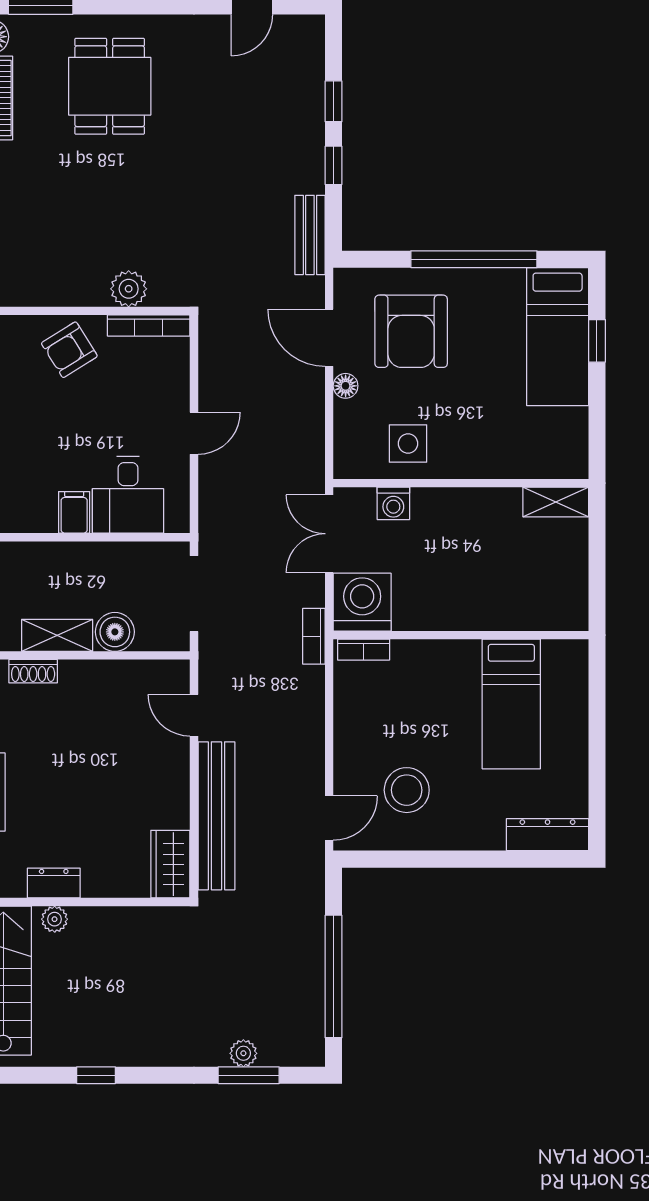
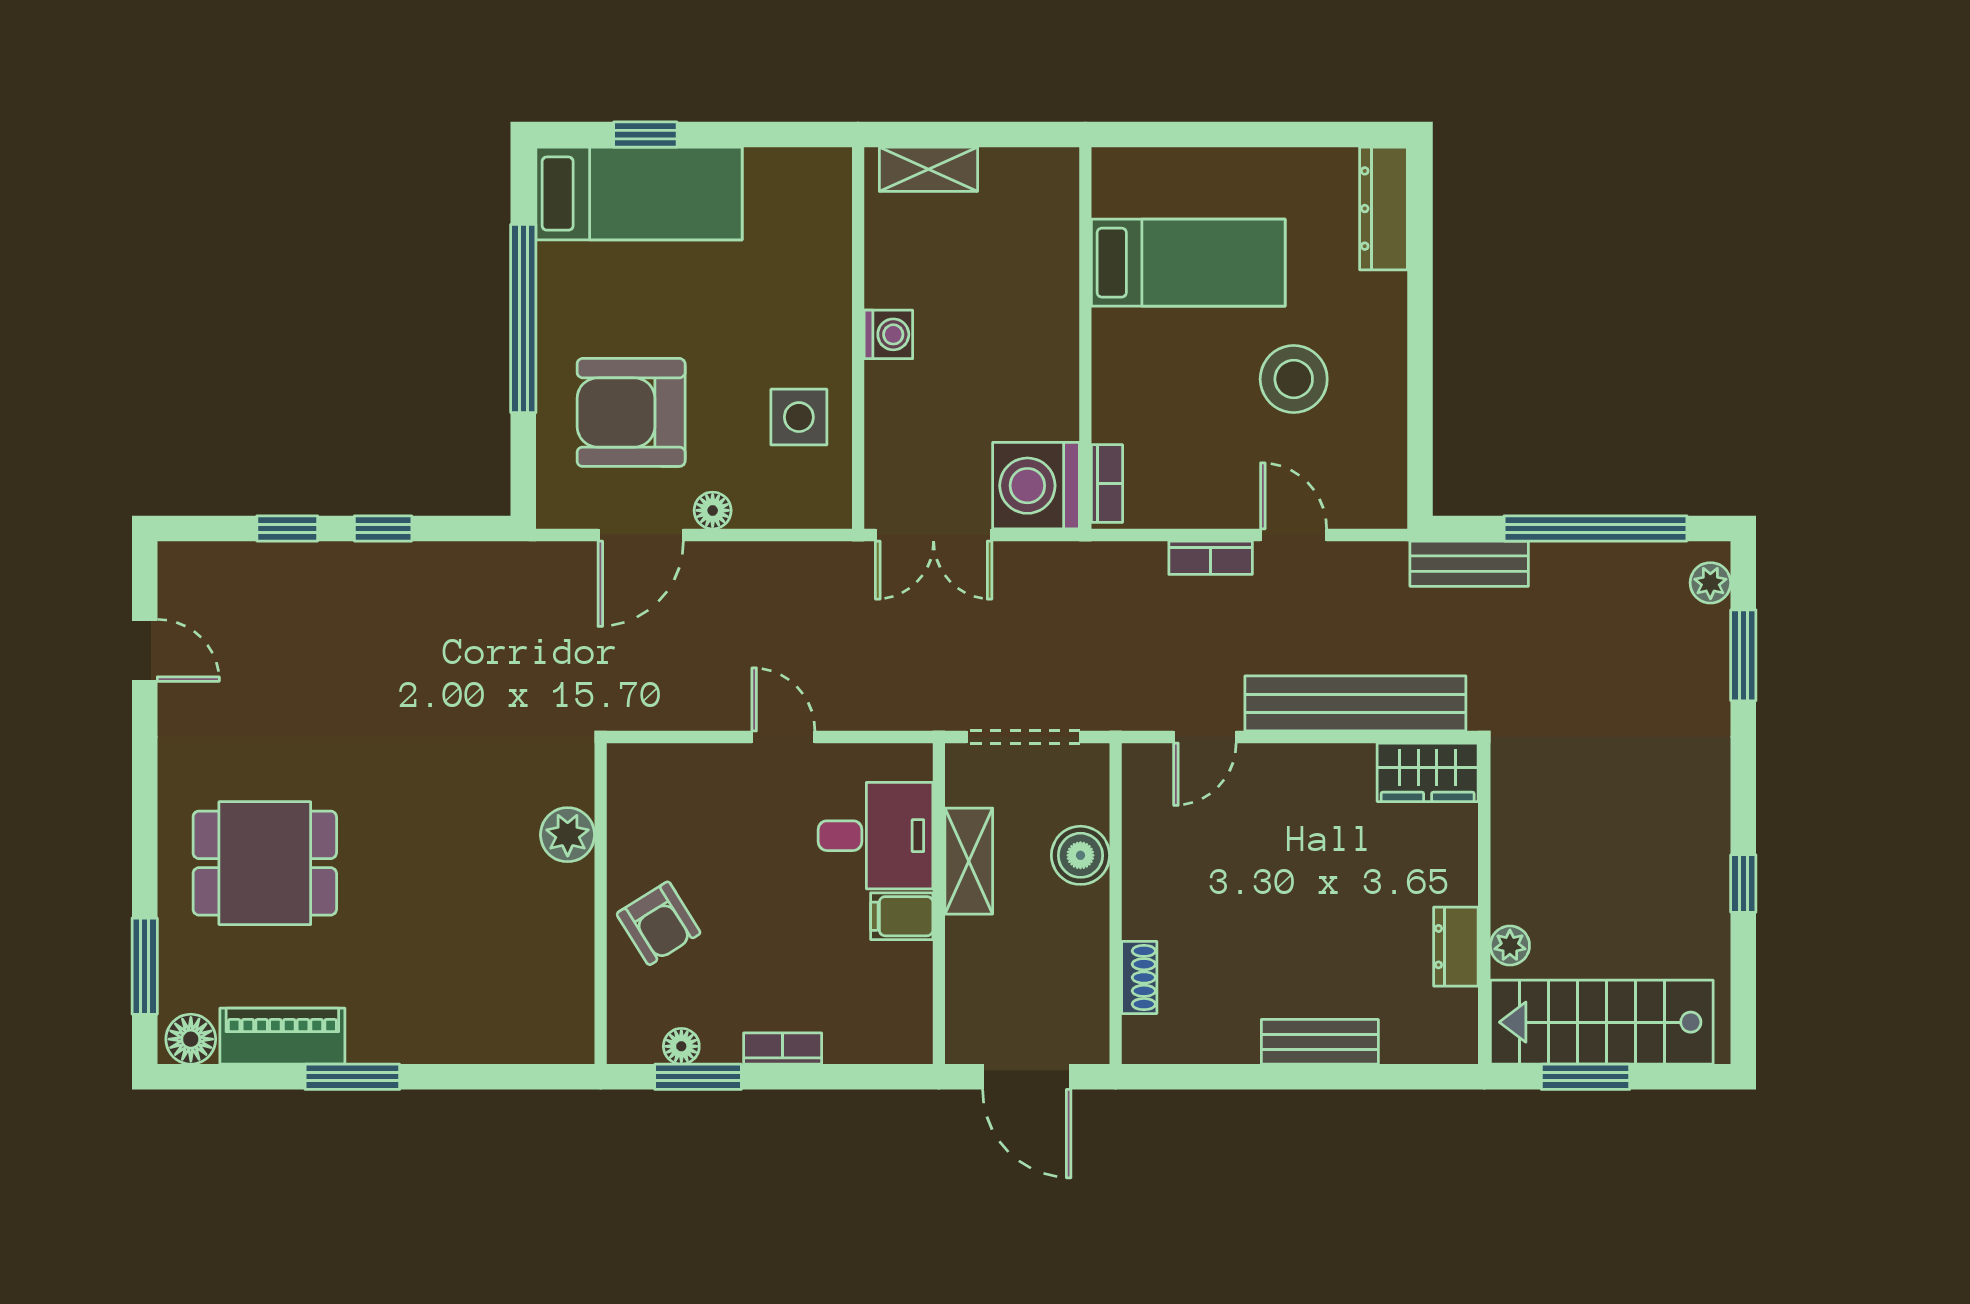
bench: (310, 235) -> (1469, 564), moved
bookcase: (149, 326) -> (622, 805), removed
armchair: (411, 331) -> (631, 412), turned 180
shelving: (556, 502) -> (928, 169), moved, turned 90
washing machine: (393, 503) -> (888, 334), moved
shelving: (57, 635) -> (969, 861), moved
bookcase: (314, 636) -> (1211, 558), moved
stool: (407, 790) -> (1294, 379), moved
door: (329, 818) -> (1294, 535), moved
plant: (243, 1053) -> (1710, 583), moved

